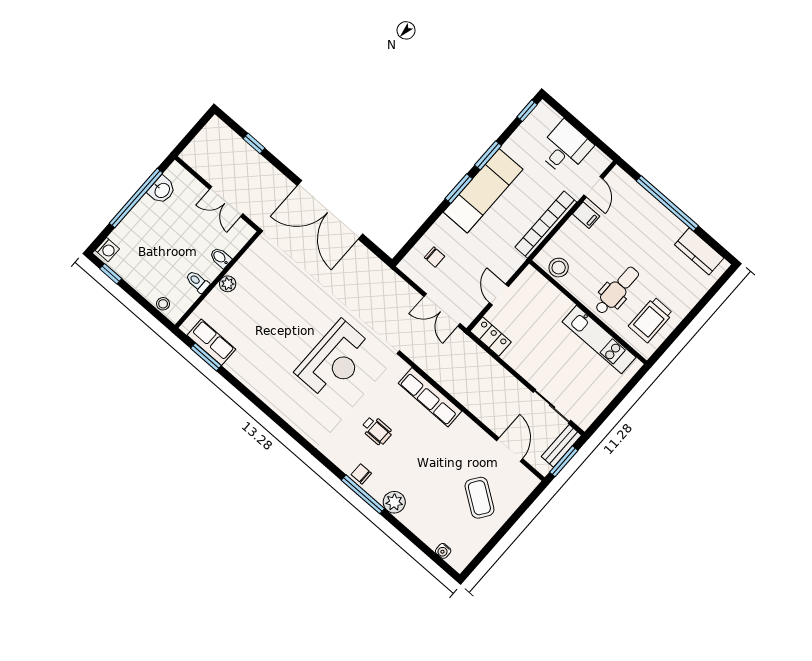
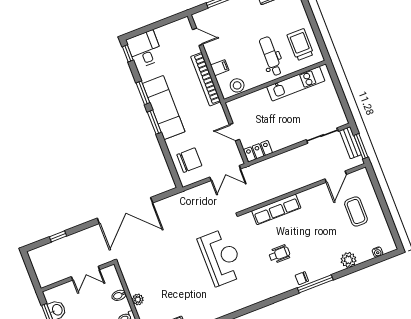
desk: (565, 148) -> (145, 49), moved
filing cabinet: (586, 215) -> (220, 68), moved
chair: (435, 257) -> (189, 160), width x1.87, depth x1.87
trolley: (651, 320) -> (300, 45), turned 180
door: (510, 450) -> (336, 177), swing flipped
coffee table: (479, 498) -> (356, 212), turned 55
plant: (394, 502) -> (348, 260), moved

